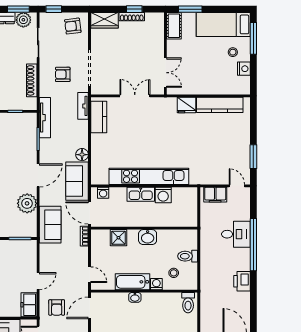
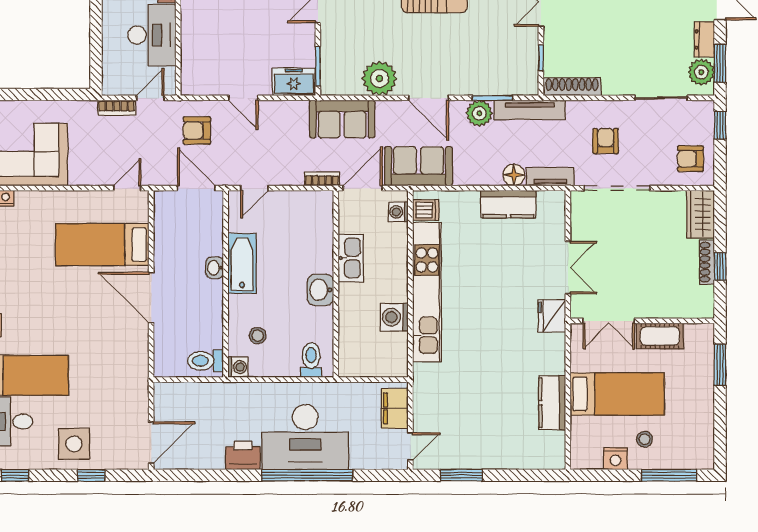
bed: (223, 24) -> (617, 394), moved, turned 90
armchair: (73, 26) -> (690, 159), turned -83
cot: (174, 26) -> (660, 336), moved
shoe rack: (32, 80) -> (572, 87), moved
fridge: (186, 105) -> (552, 316), moved
kitchen counter: (220, 105) -> (552, 403), width x0.67
kitchen counter: (99, 117) -> (508, 204), moved
plant: (47, 146) -> (479, 113), added
floor lamp: (82, 155) -> (514, 175), moved
dishwasher: (102, 177) -> (426, 210), added
kitchen sink: (141, 194) -> (351, 258), moved, turned 180
desk: (236, 234) -> (305, 437), width x1.87, depth x1.30
shower: (118, 238) -> (319, 239), removed
toilet: (188, 256) -> (311, 360), moved
washing machine: (156, 284) -> (238, 367), moved
freezer: (29, 305) -> (294, 82), moved

